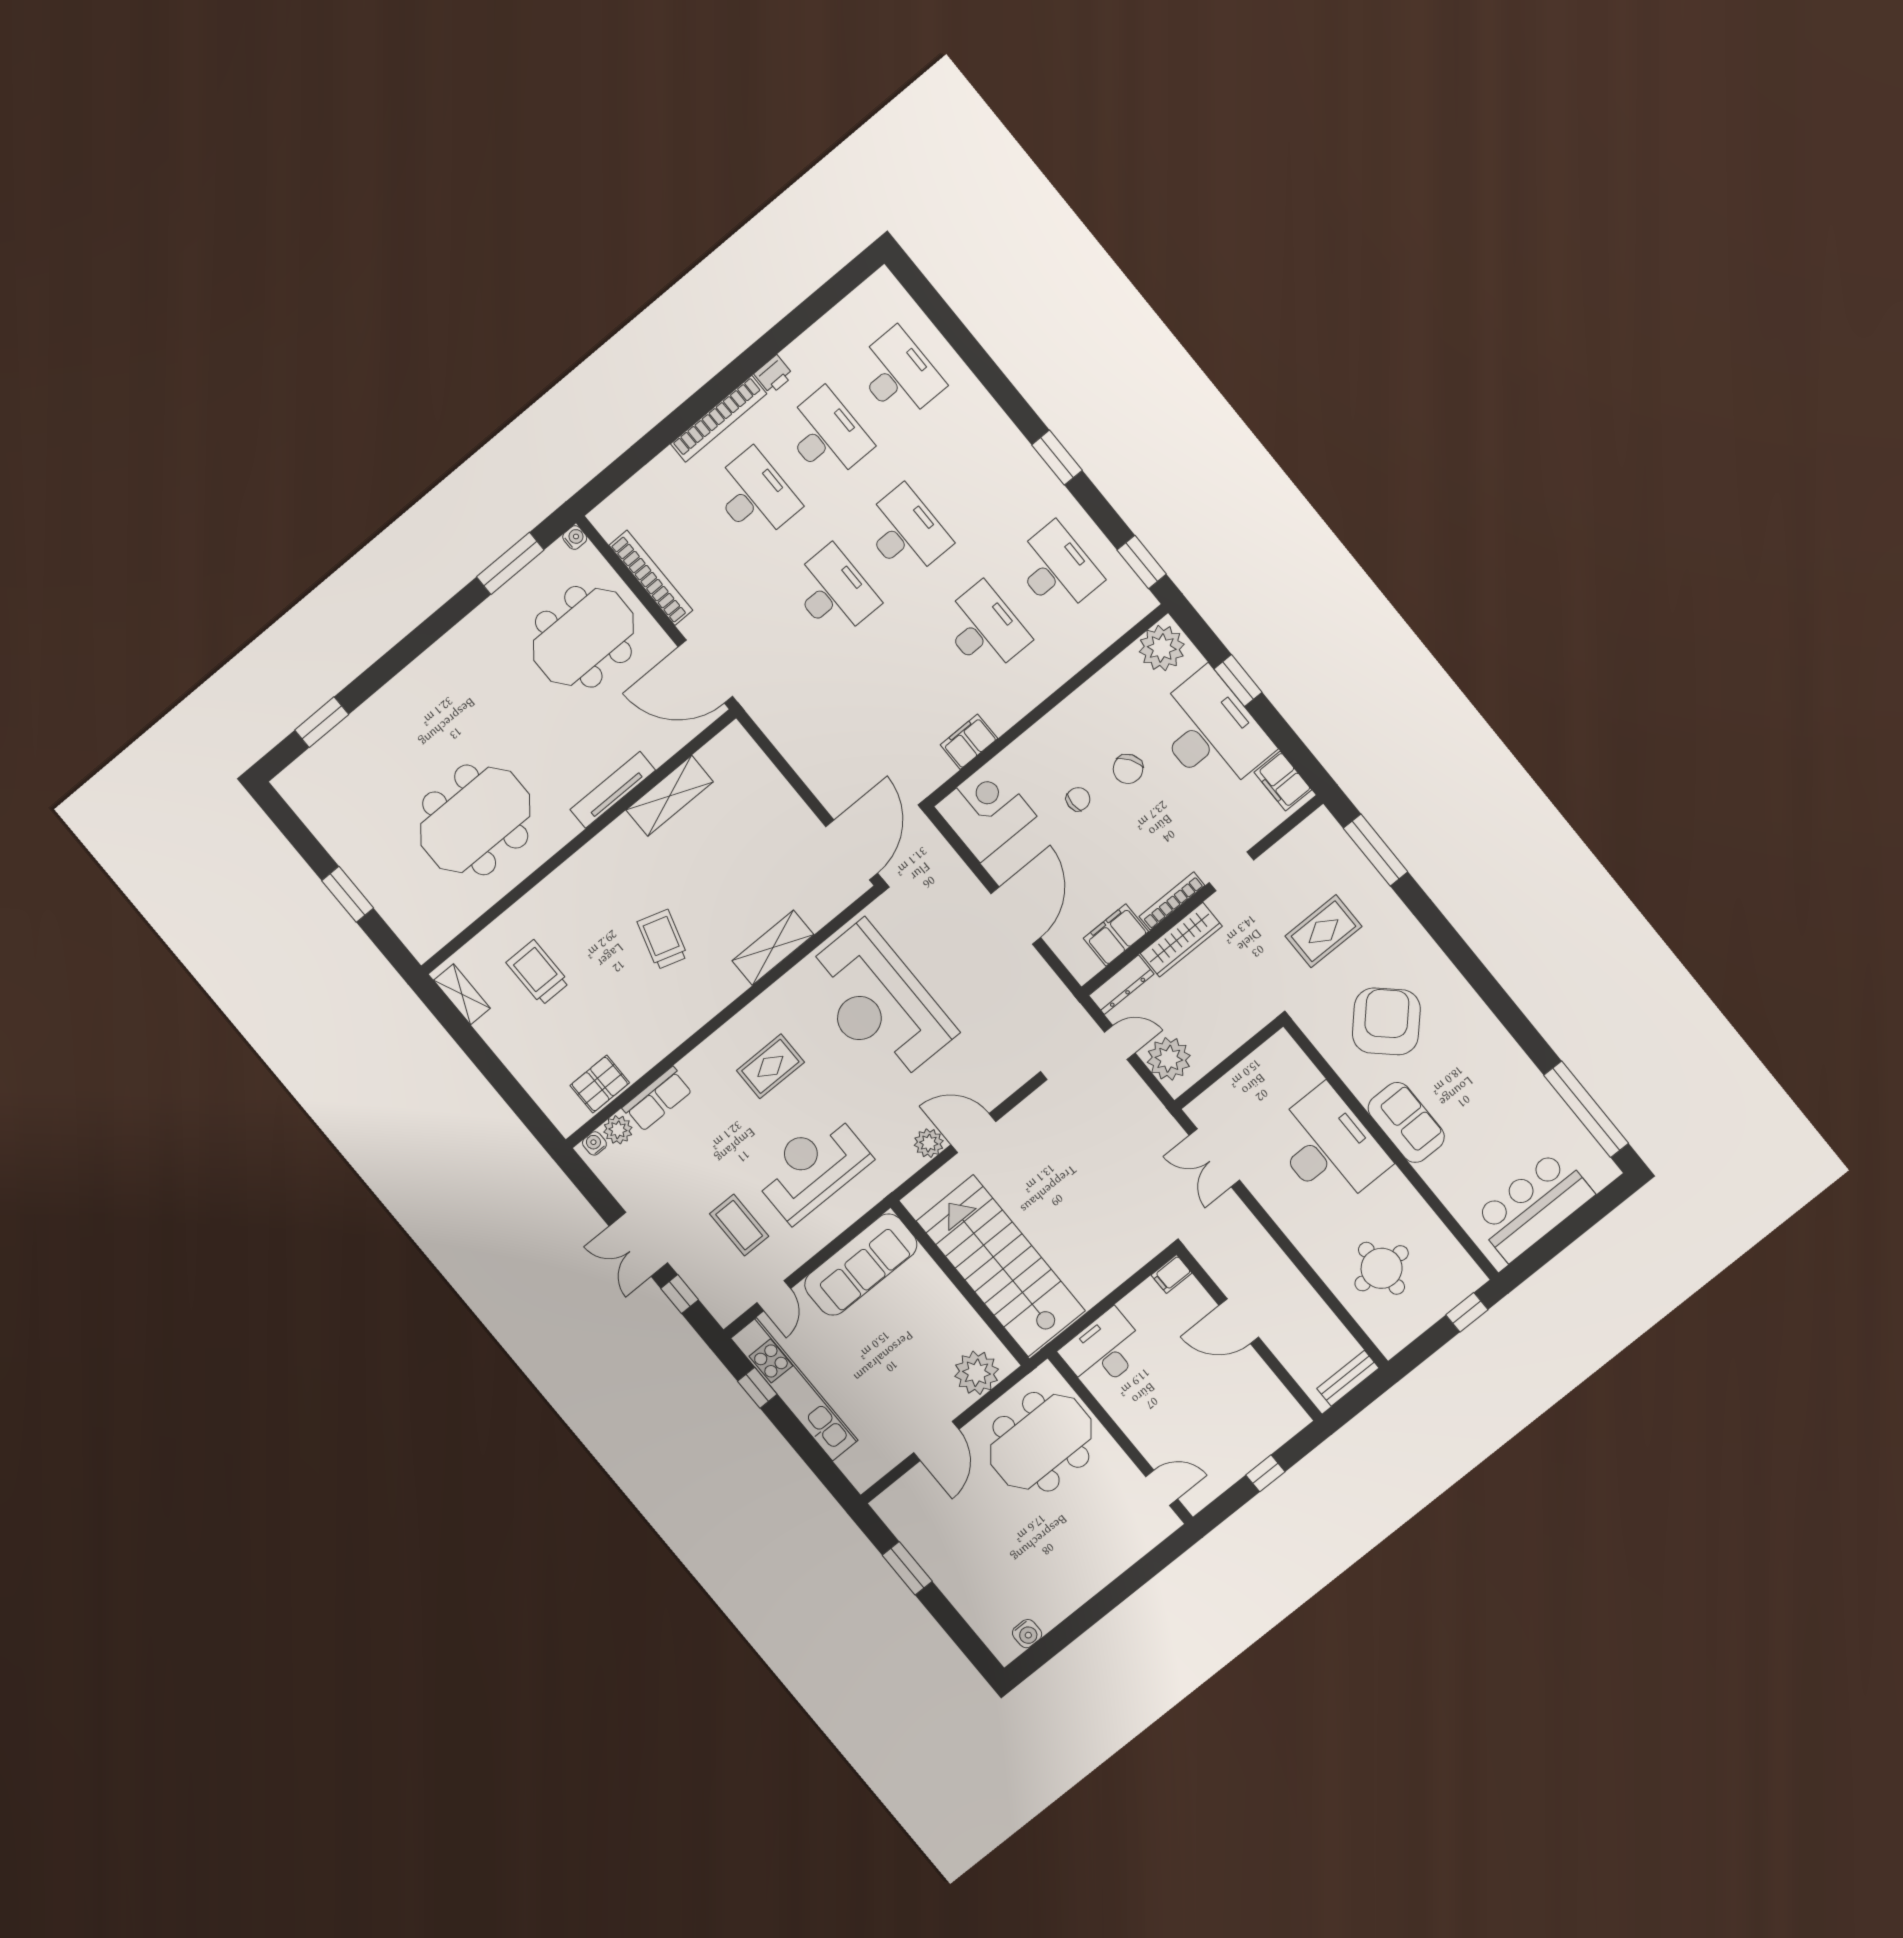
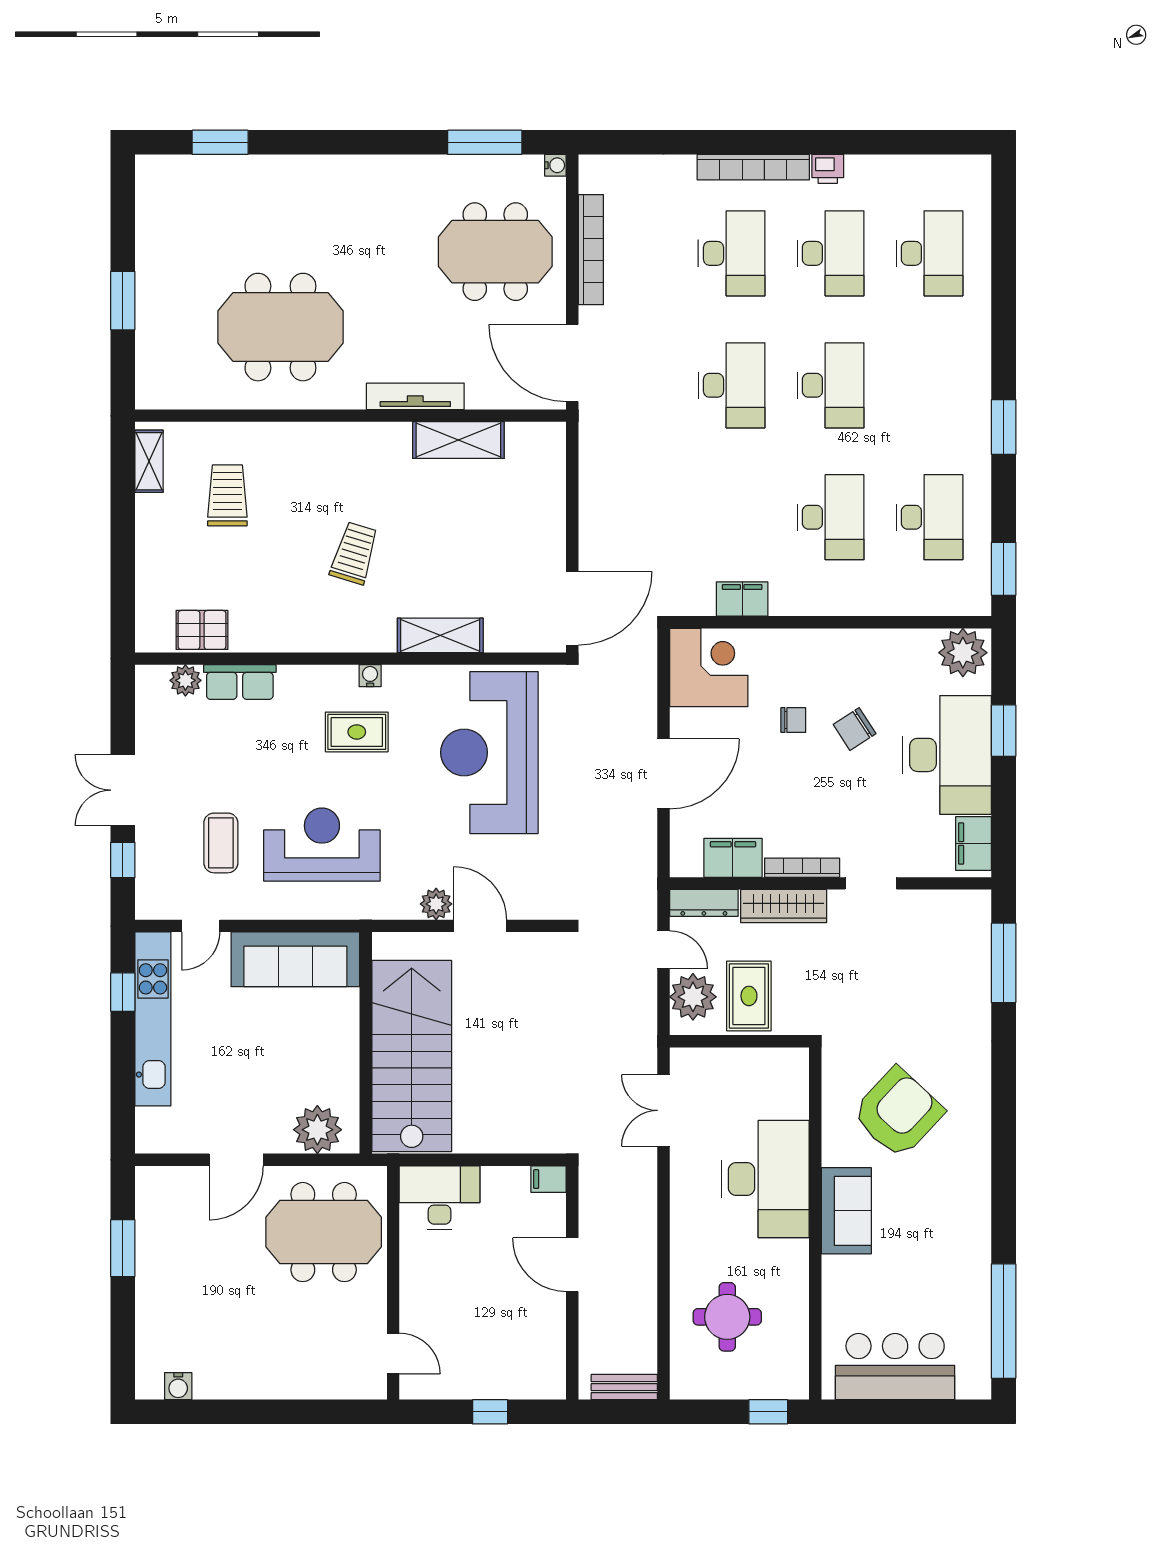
rug: (1323, 931) -> (749, 996), moved, turned 90
water cooler: (594, 1143) -> (370, 676), moved

